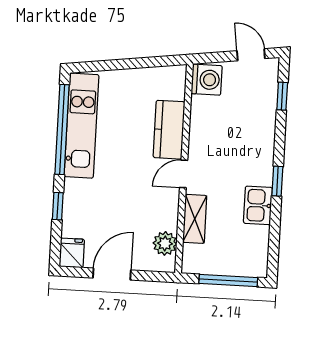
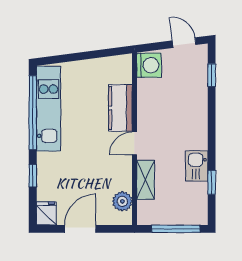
window: (277, 181) -> (212, 182), moved

